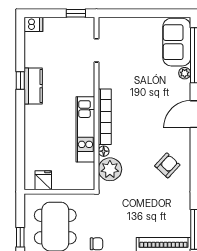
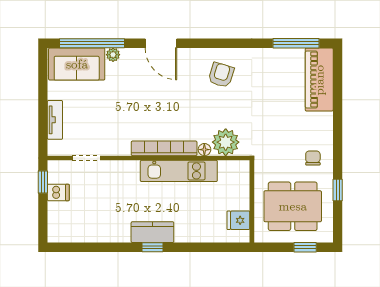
dishwasher: (33, 24) -> (58, 192), moved, turned 90
tv unit: (129, 24) -> (55, 120), added
window: (20, 80) -> (152, 247), moved
kitchen counter: (33, 86) -> (152, 232), moved
armchair: (167, 165) -> (221, 75), turned 64

